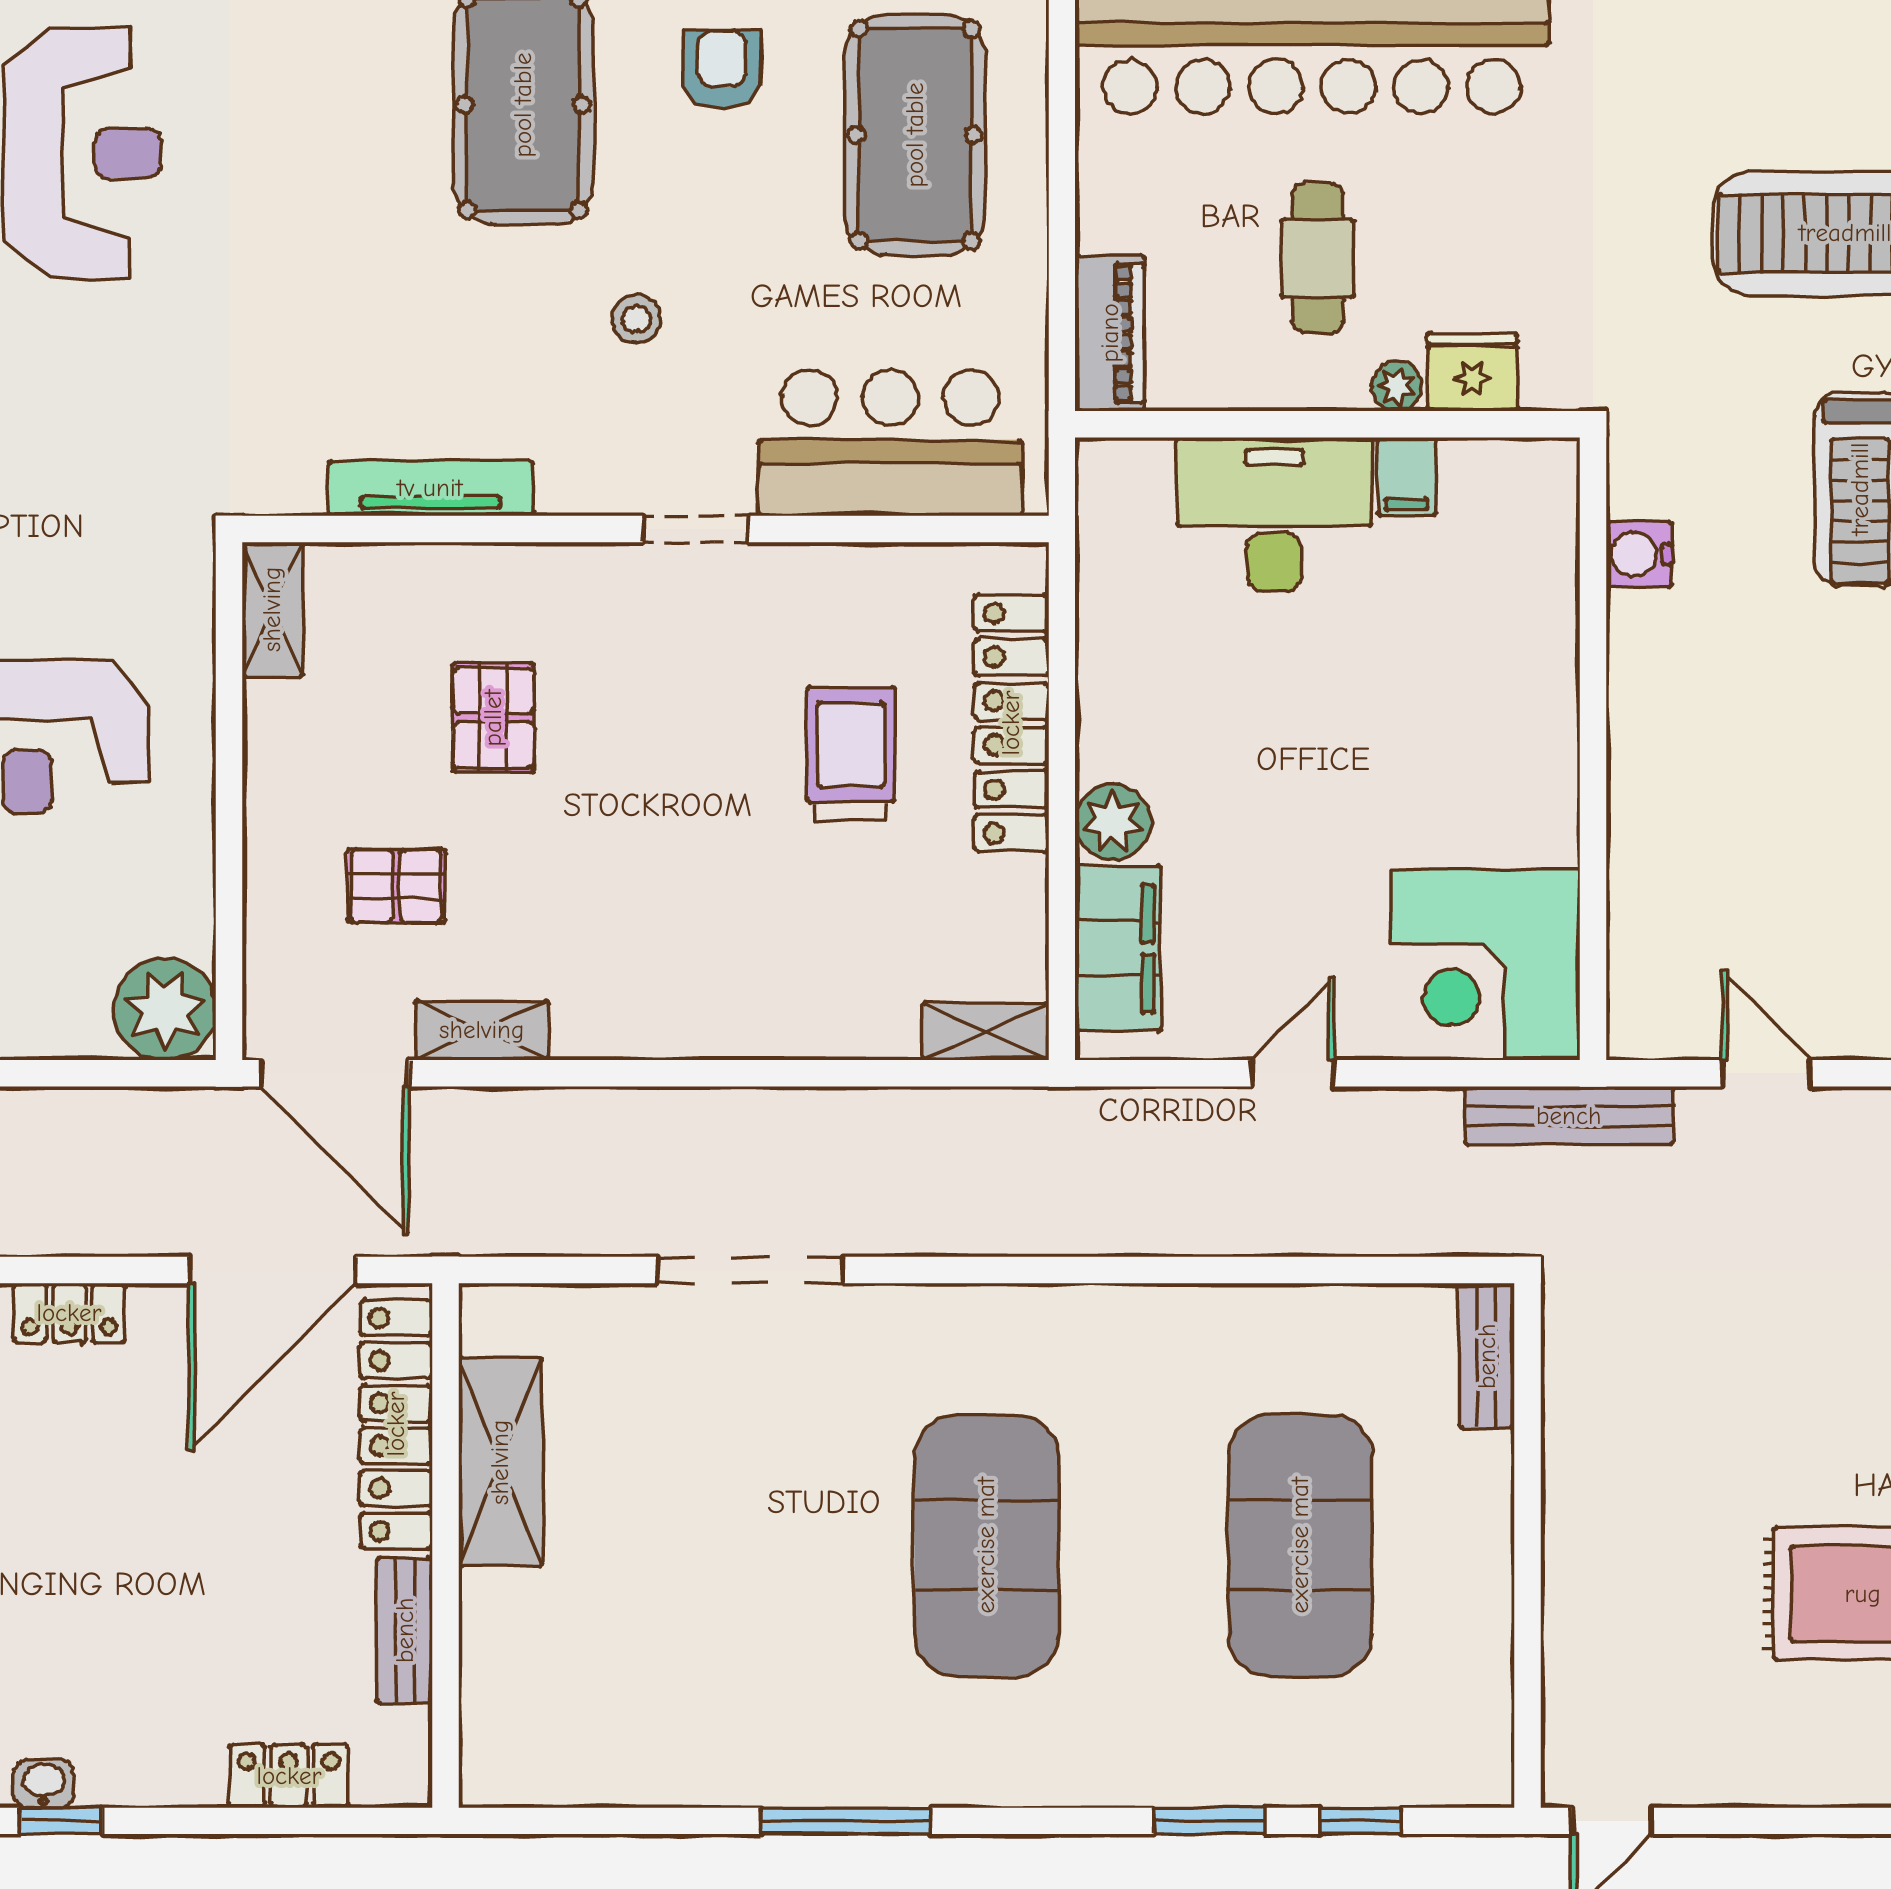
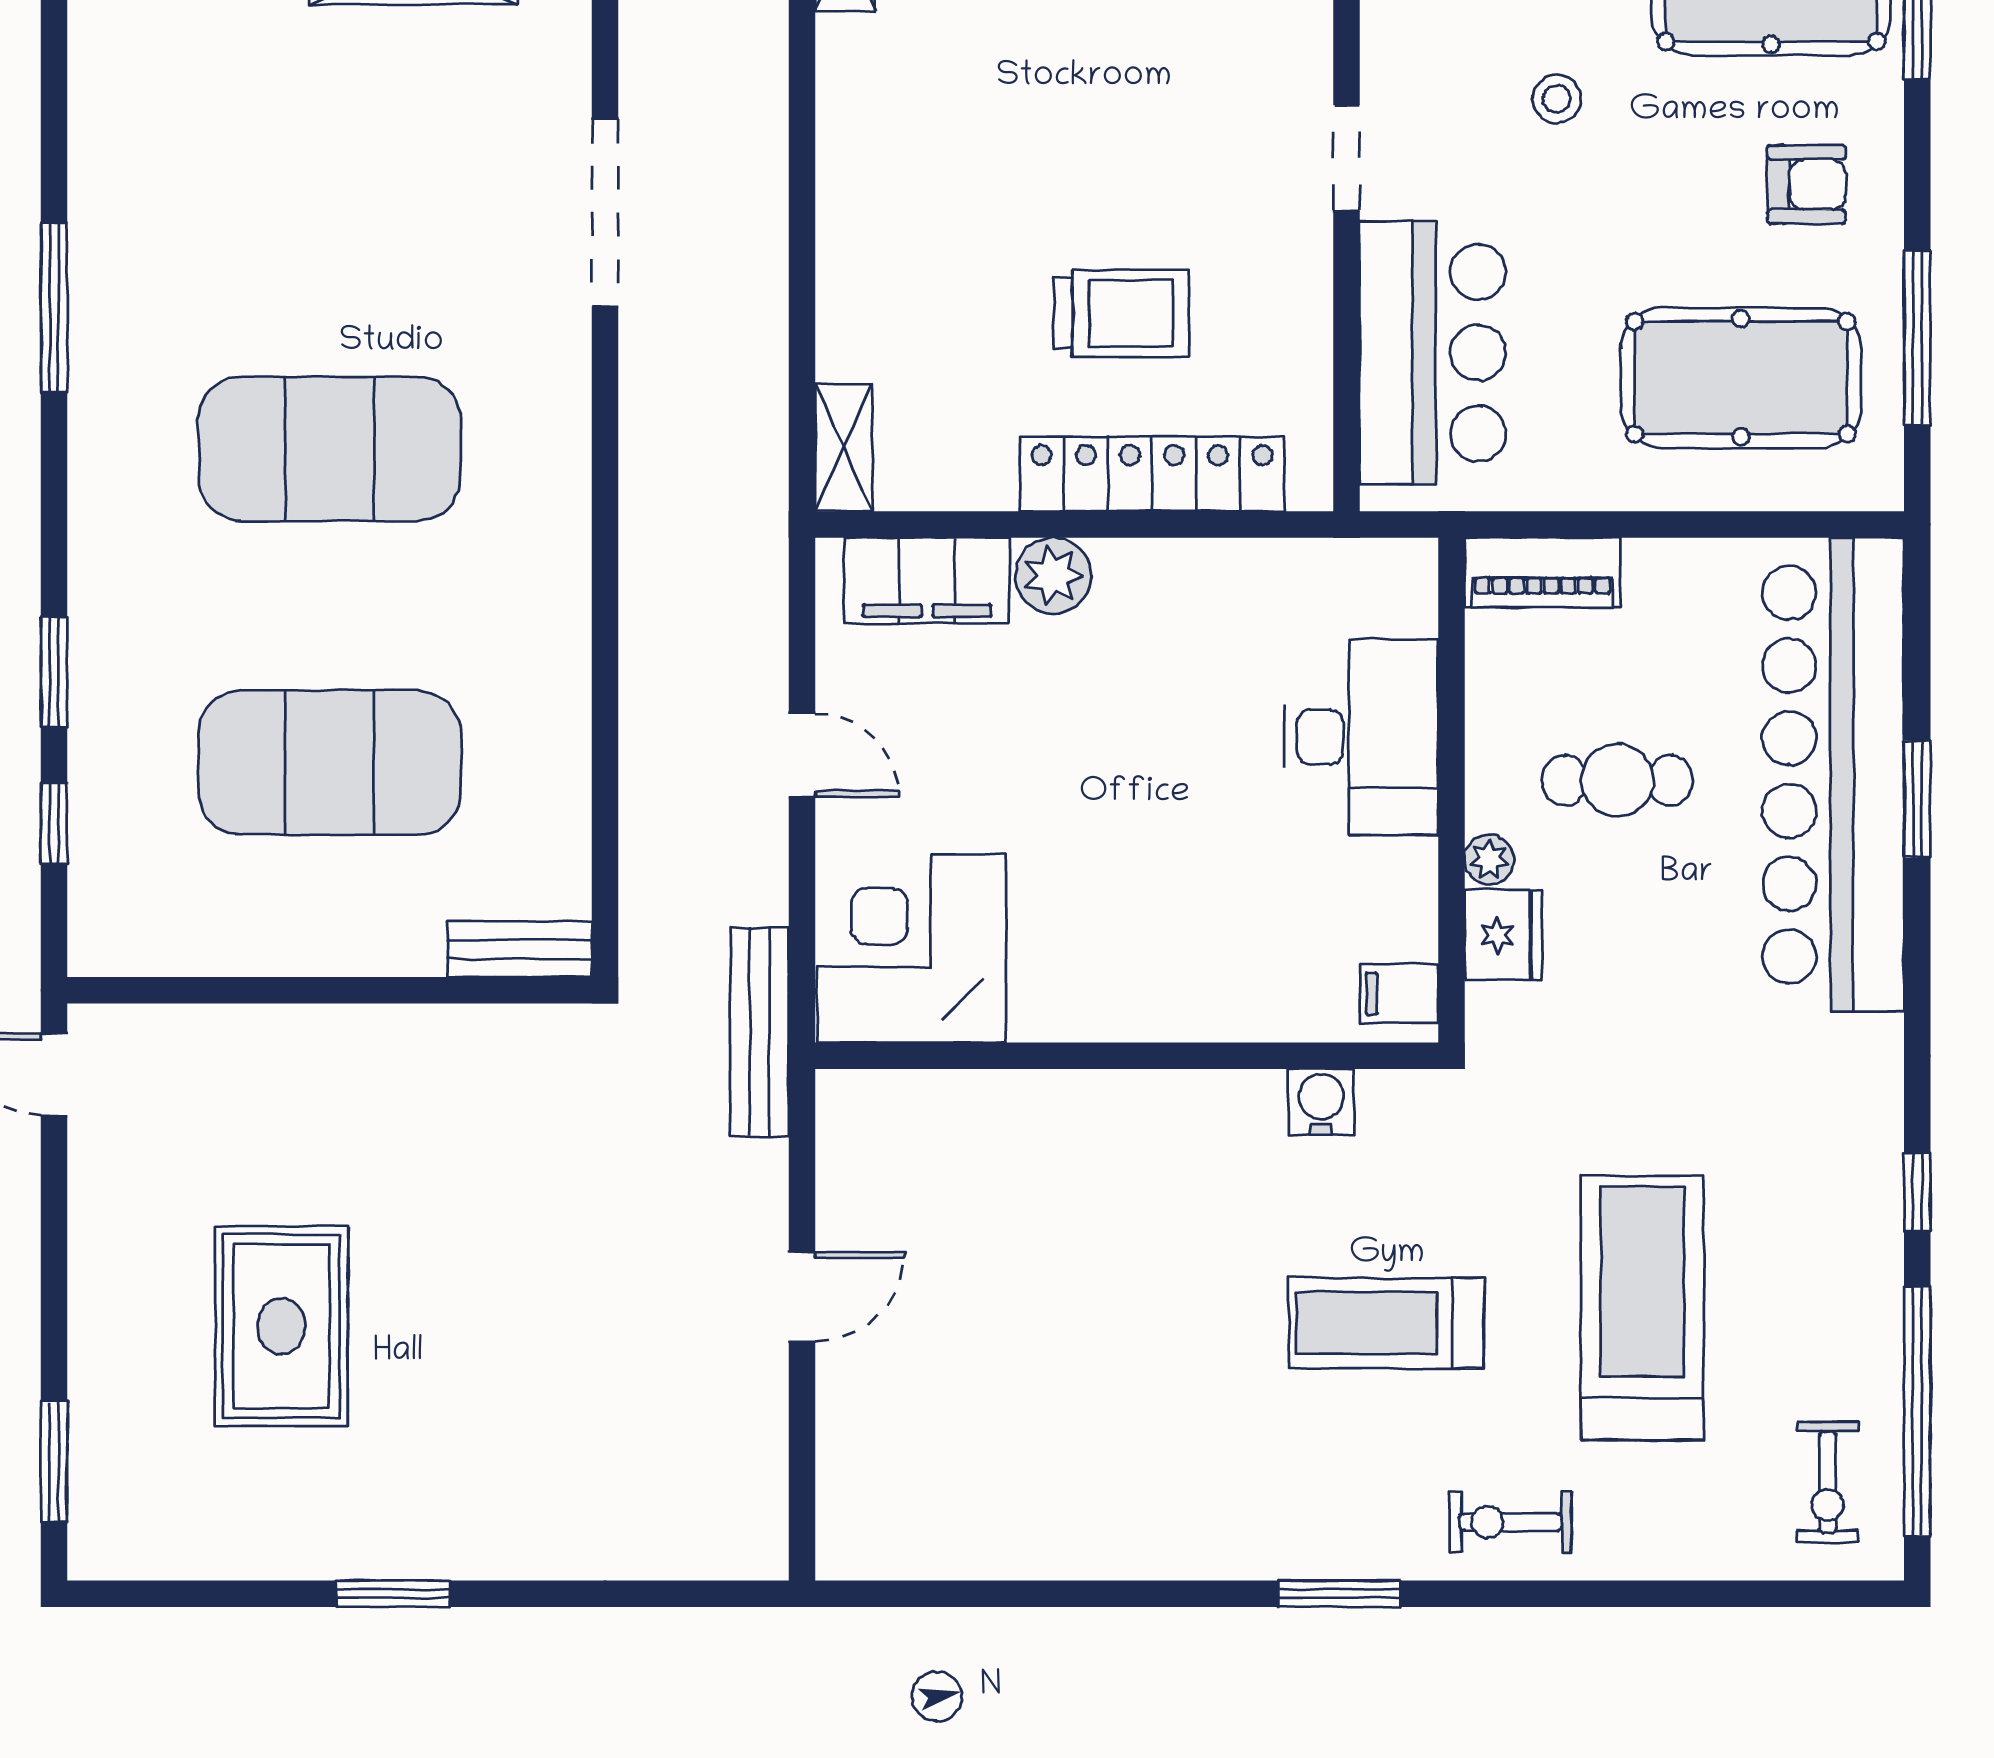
filing cabinet: (1407, 477) -> (1399, 994), moved
door: (1766, 1073) -> (802, 1297), moved

